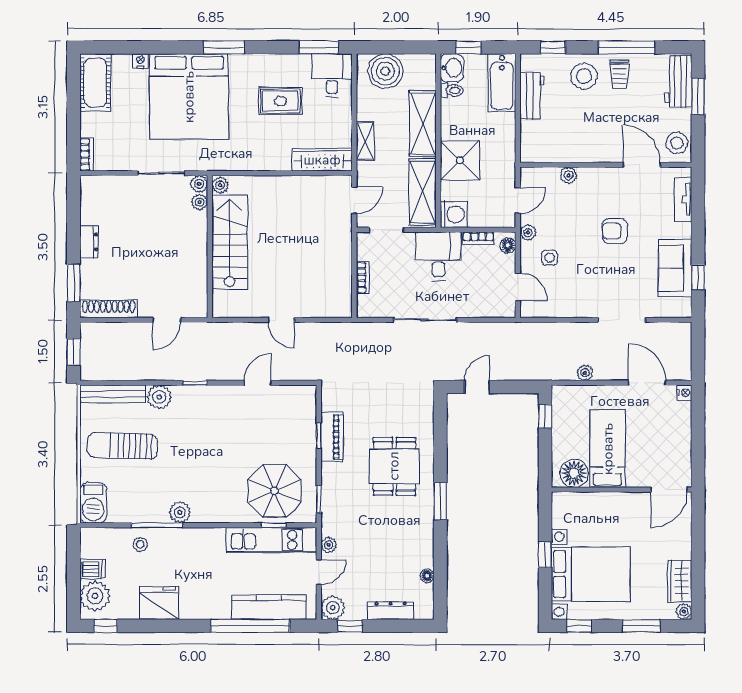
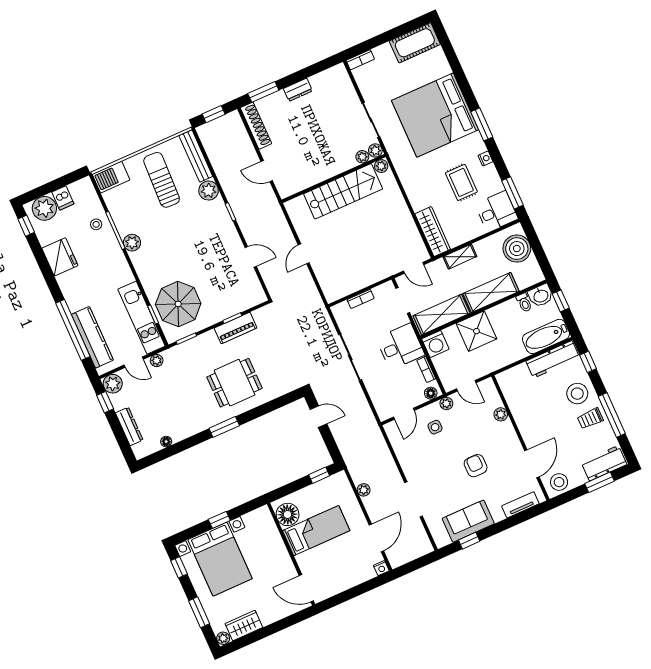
nightstand: (140, 61) -> (485, 159), moved
workbench: (532, 96) -> (553, 359), width x1.38

